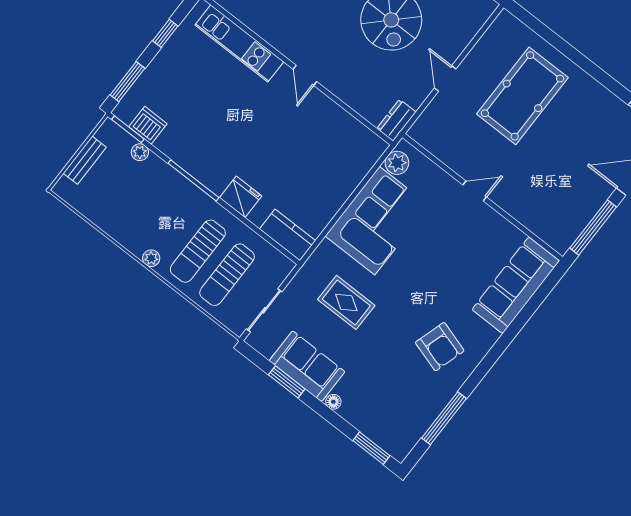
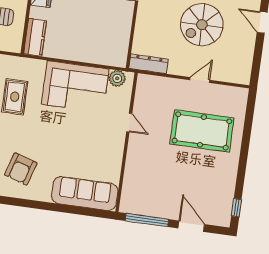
door: (445, 79) -> (200, 80), moved
dresser: (396, 120) -> (149, 64), width x1.44
door: (475, 191) -> (129, 123), moved

